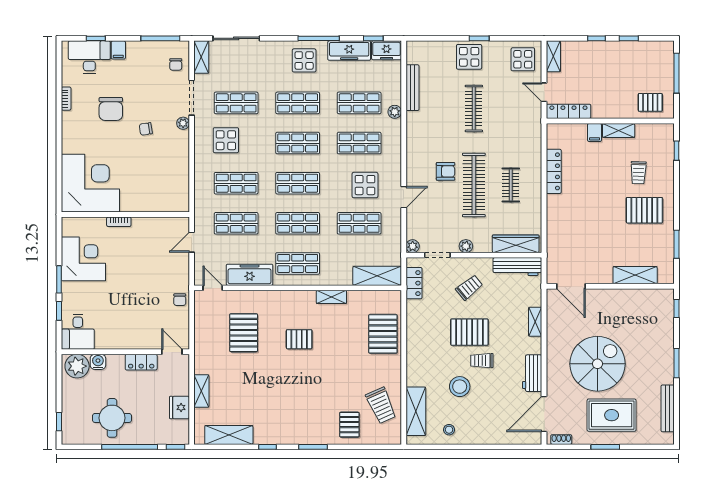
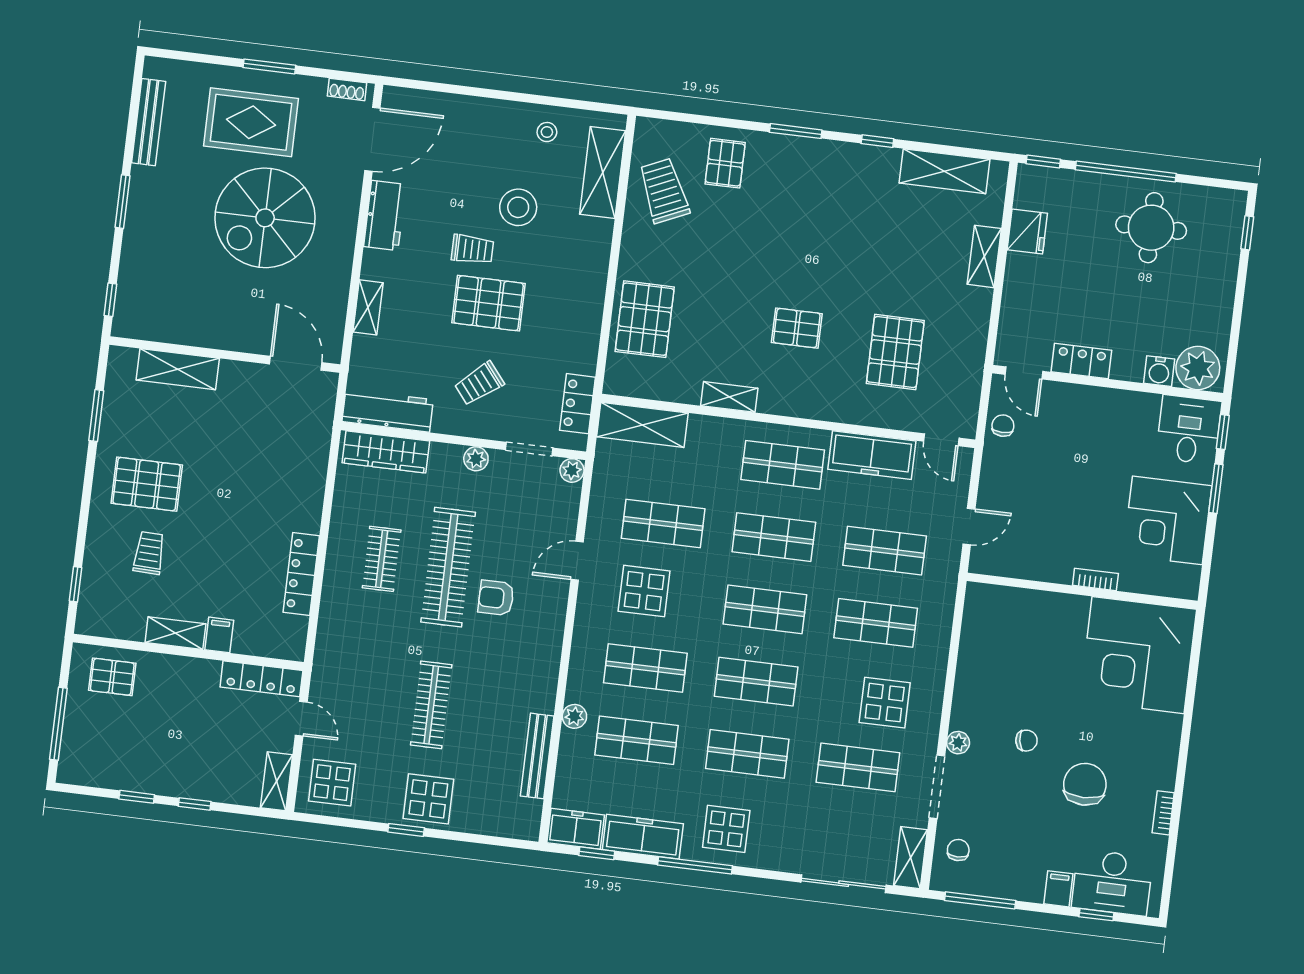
desk: (78, 332) -> (1189, 430), moved
wall: (125, 352) -> (1108, 383), moved
door: (172, 352) -> (1024, 373), moved
water cooler: (98, 362) -> (1159, 371), moved
locker: (141, 362) -> (1081, 361), moved
plant: (77, 366) -> (1198, 368), moved

